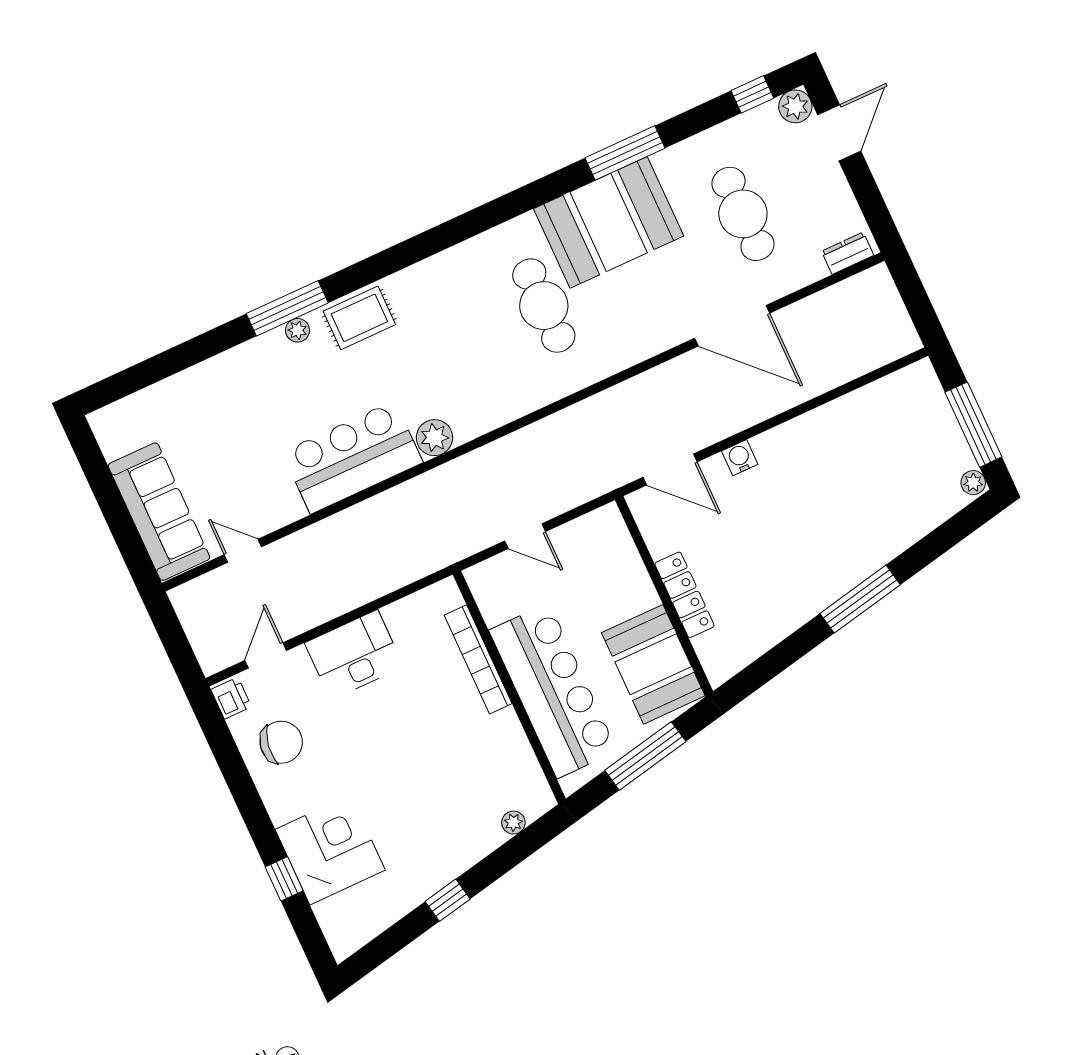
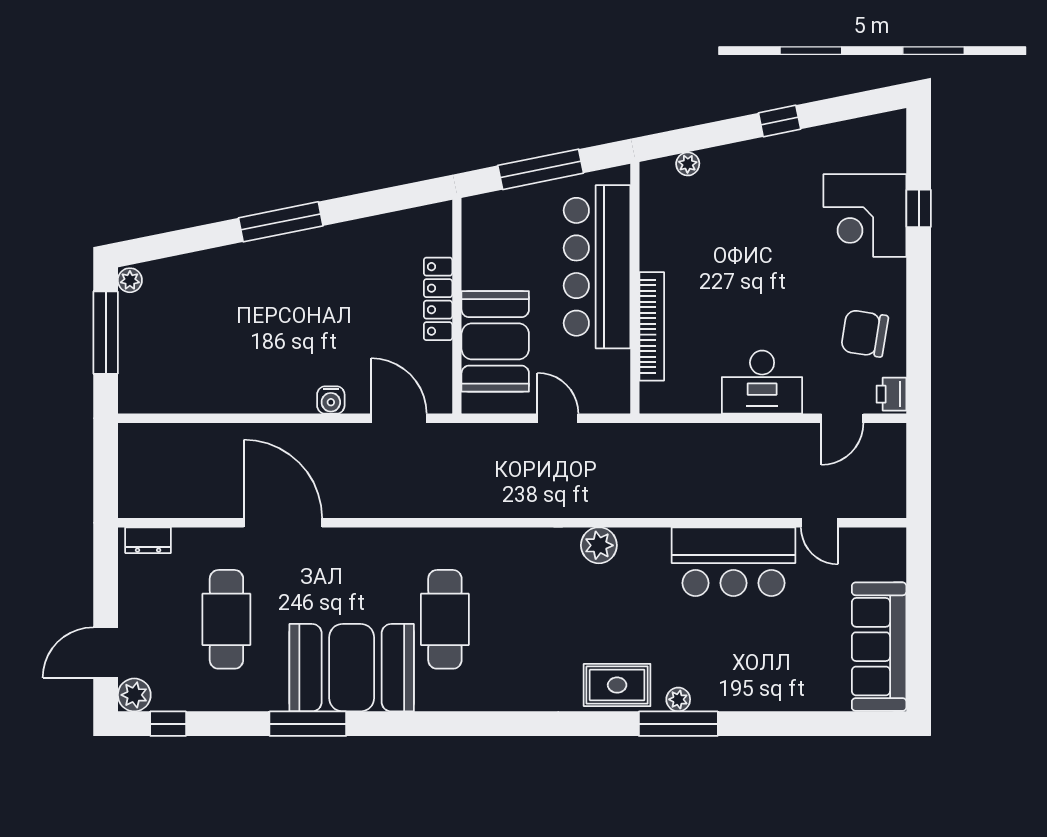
bar counter: (353, 457) -> (733, 562), moved
sofa: (159, 512) -> (879, 647), moved
booth: (653, 664) -> (495, 341), moved

